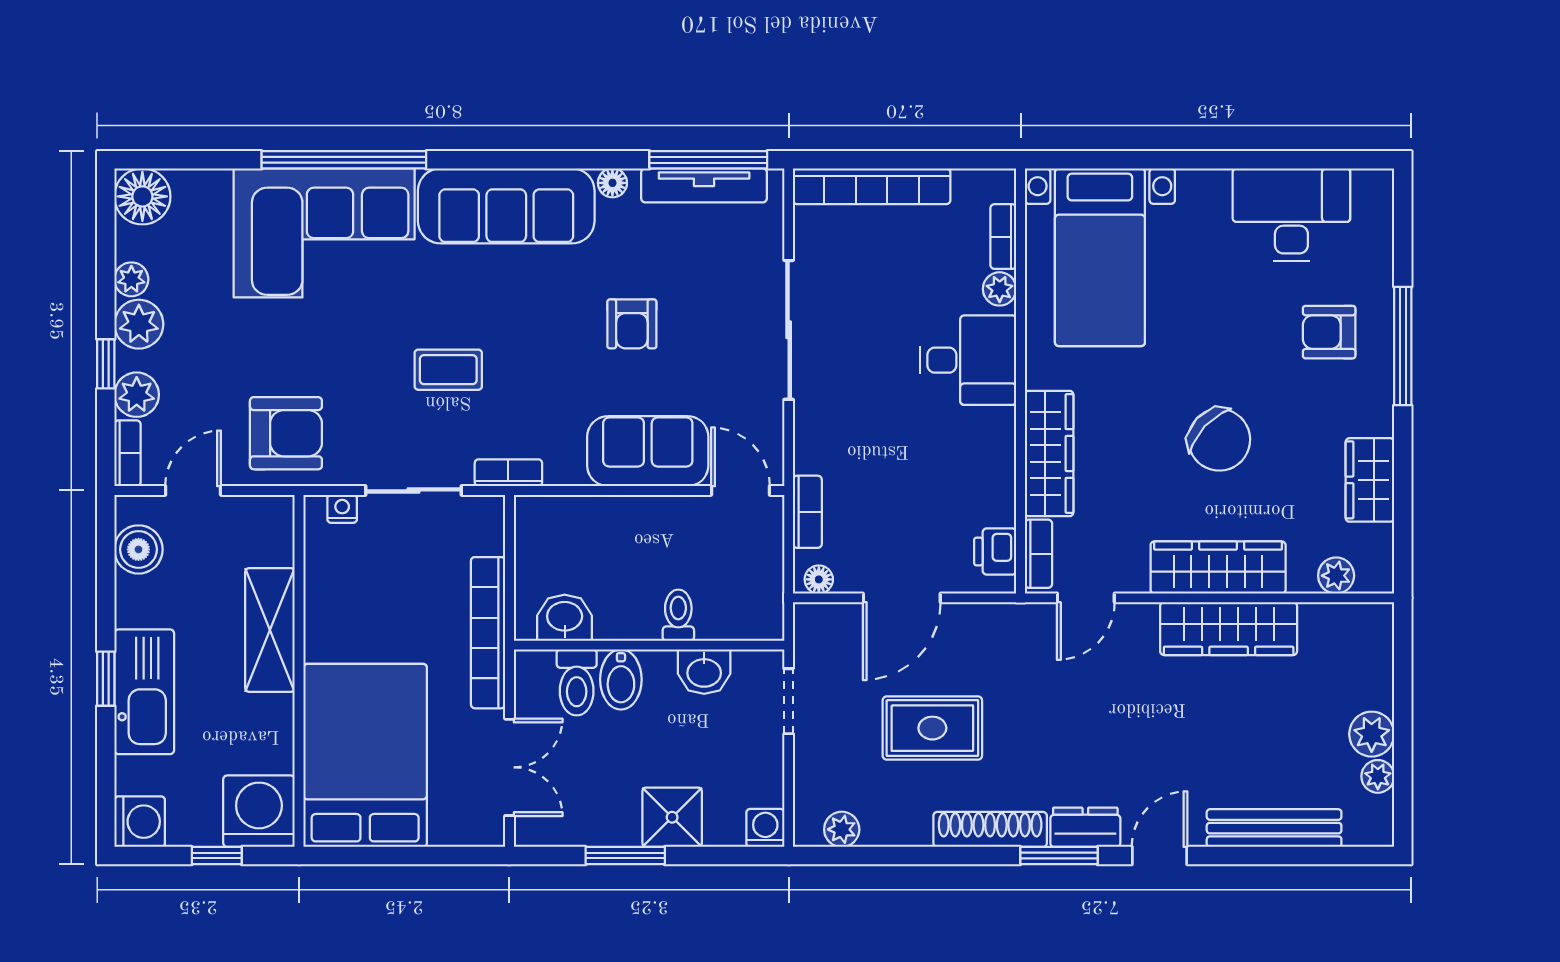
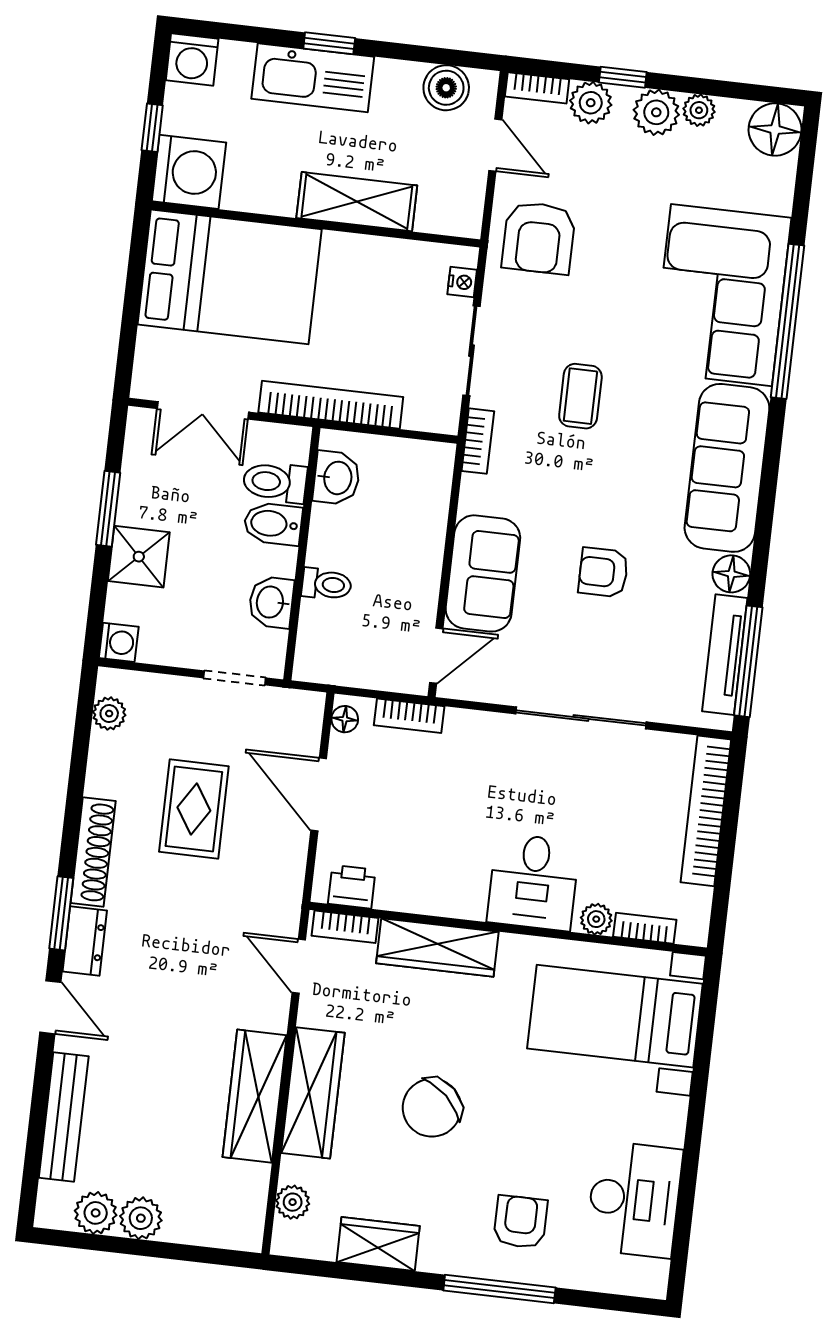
floor lamp: (612, 183) -> (731, 574), width x1.37, depth x1.37
plant: (1378, 776) -> (96, 1213), width x1.38, depth x1.38

